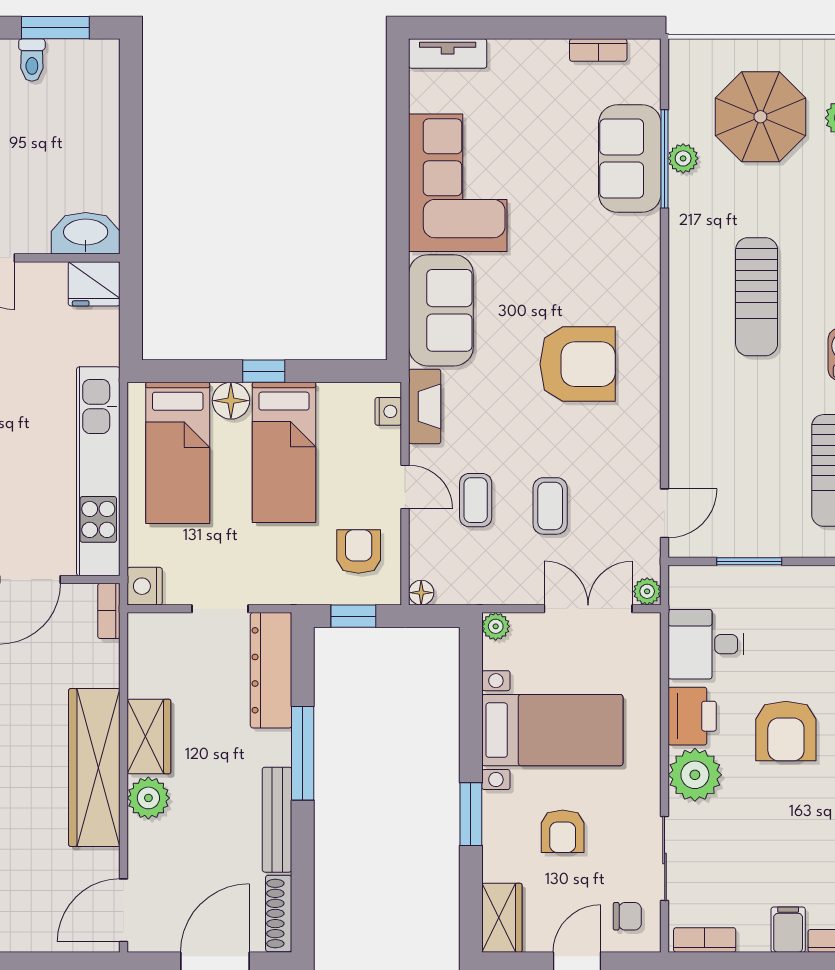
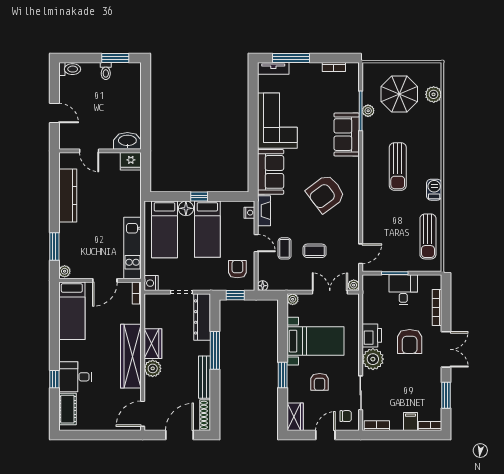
window: (492, 28) -> (291, 58), added
sofa: (630, 158) -> (347, 135), moved
armchair: (578, 364) -> (326, 194), turned 143
kitchen unit: (98, 471) -> (133, 248), width x0.73
coffee table: (550, 506) -> (315, 251), turned 90
desk: (706, 644) -> (403, 290), moved, turned 90

